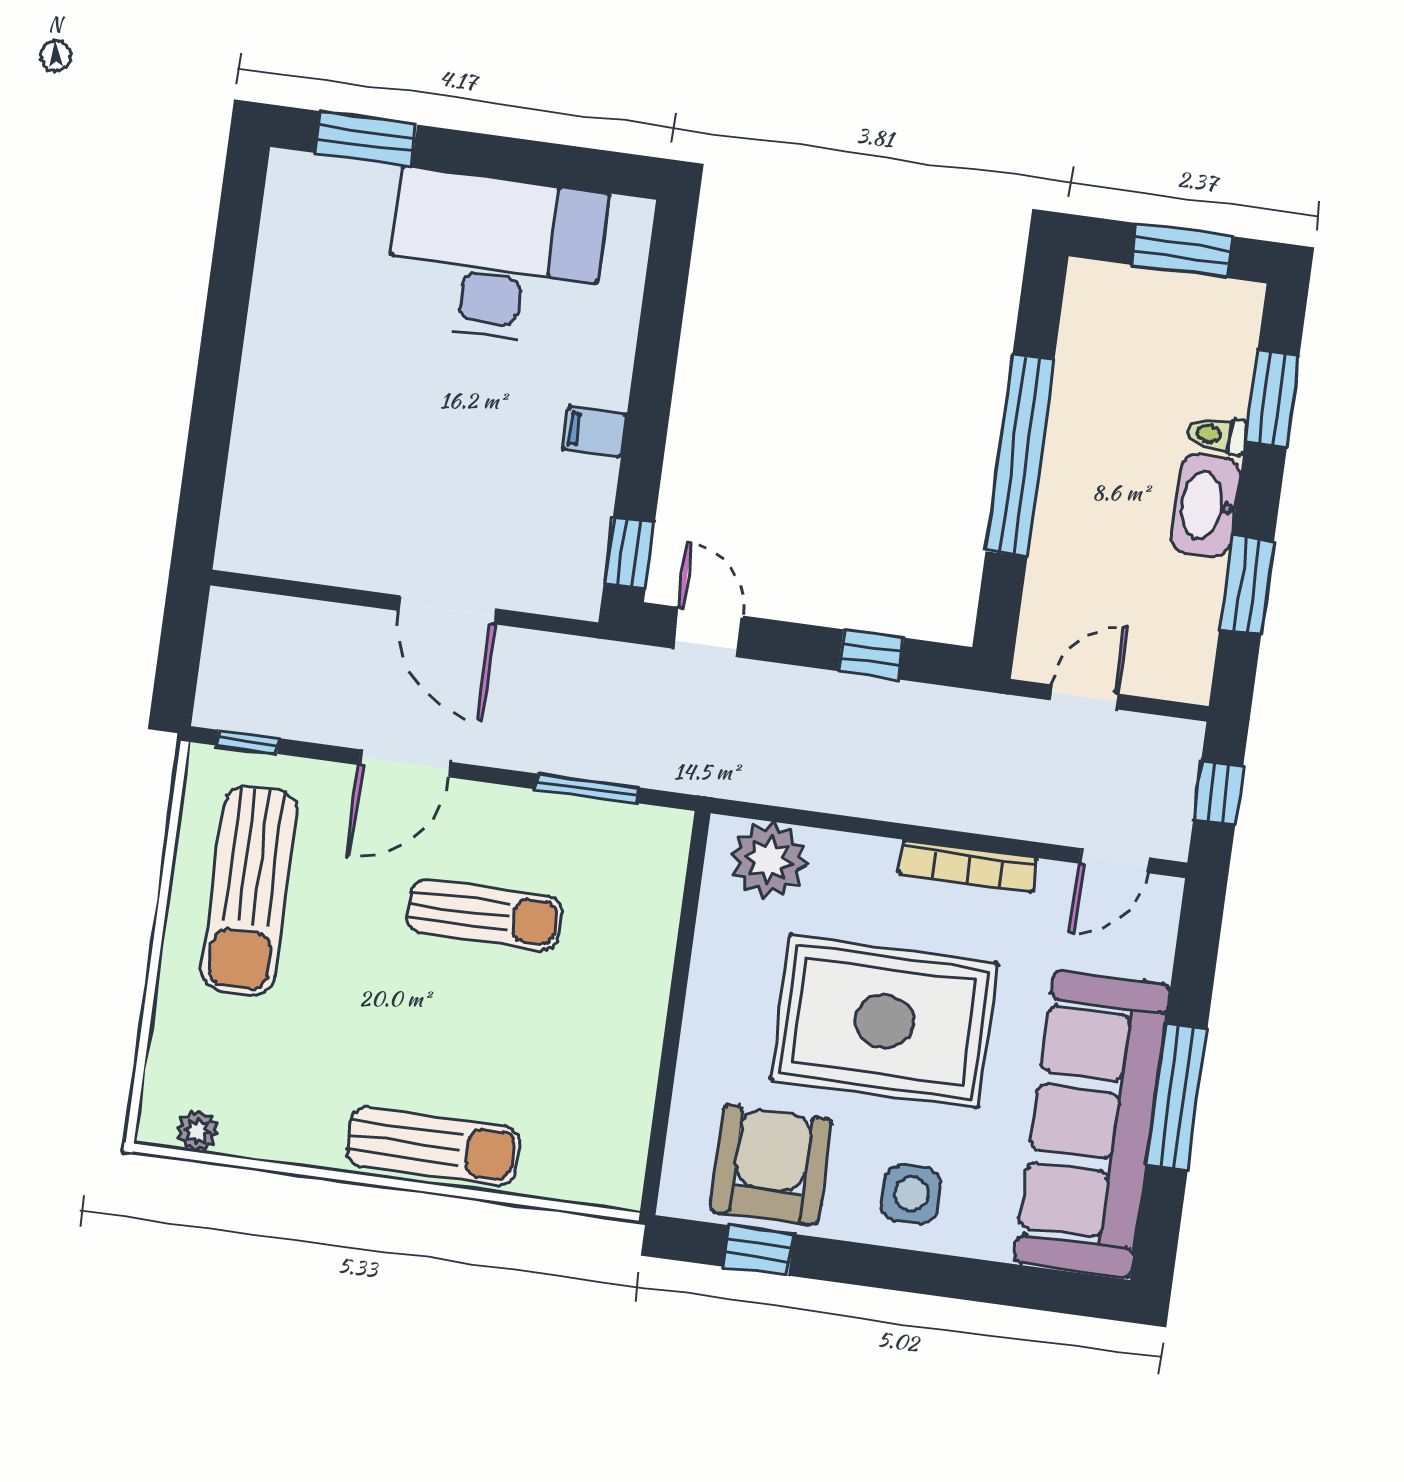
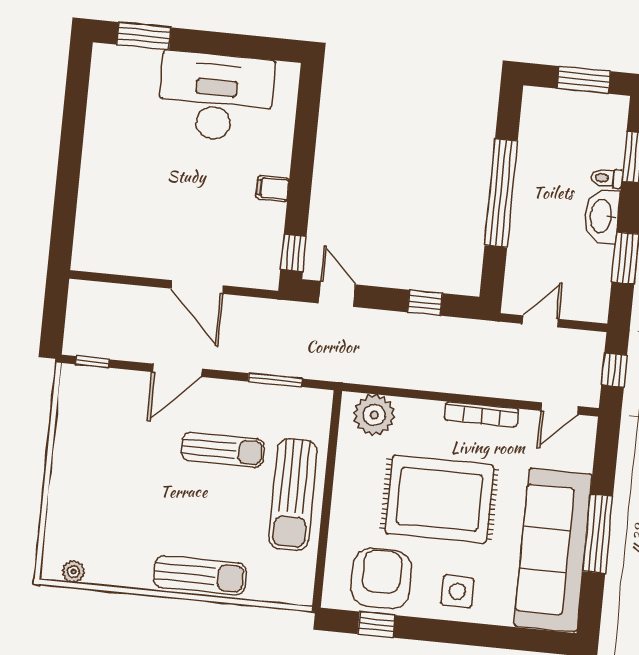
sun lounger: (249, 891) -> (293, 495), moved

